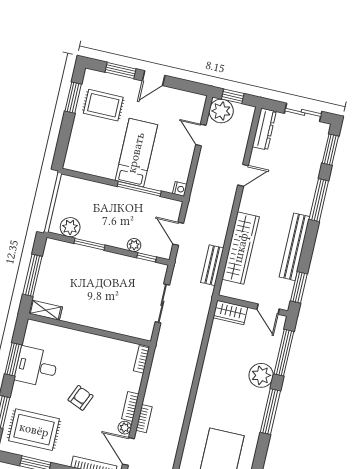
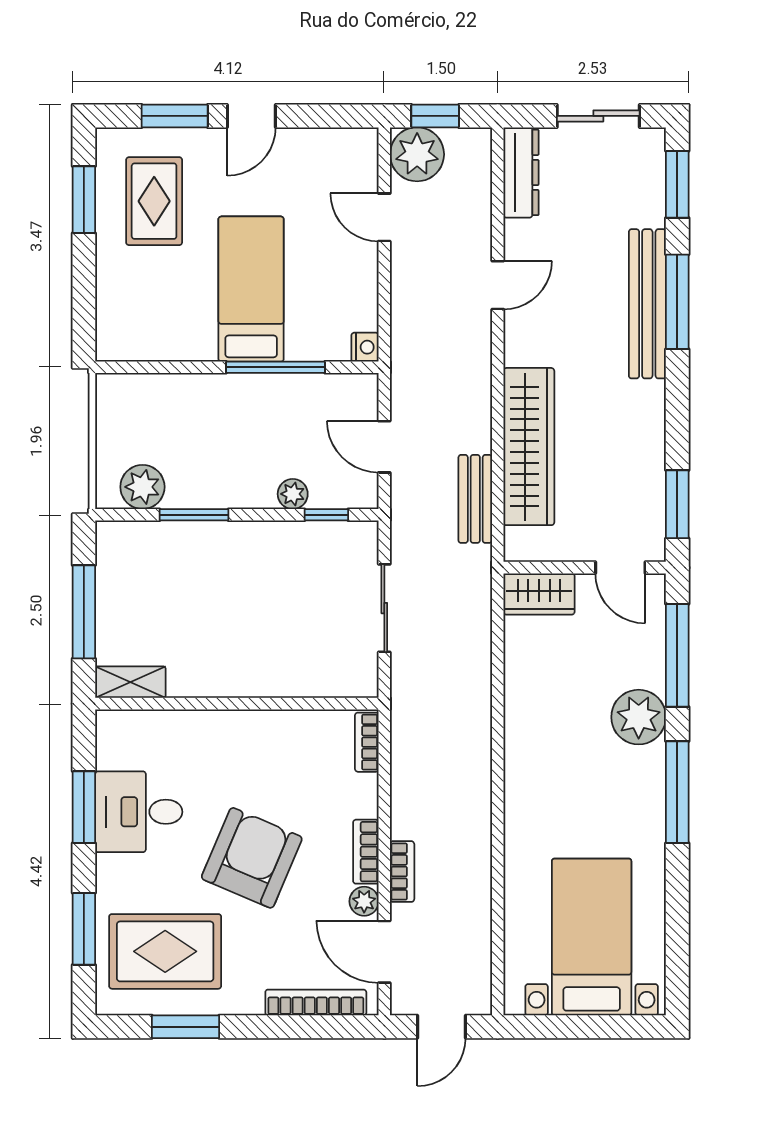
rug: (103, 105) -> (154, 201), turned 90
bench: (295, 247) -> (647, 304), moved
armchair: (81, 398) -> (252, 858), width x1.88, depth x1.88

